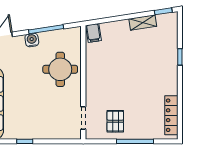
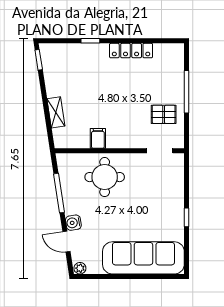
shelving: (143, 23) -> (56, 112), moved
filing cabinet: (93, 33) -> (98, 138), moved, turned -81
water cooler: (32, 40) -> (73, 223), moved
locker: (171, 115) -> (131, 51), moved

